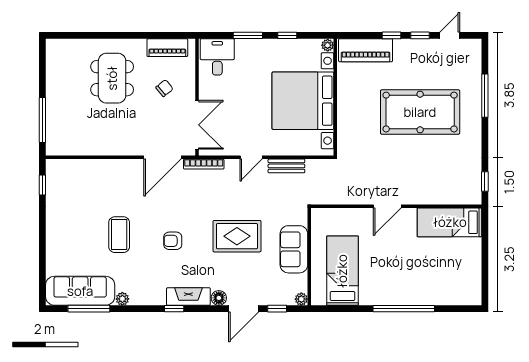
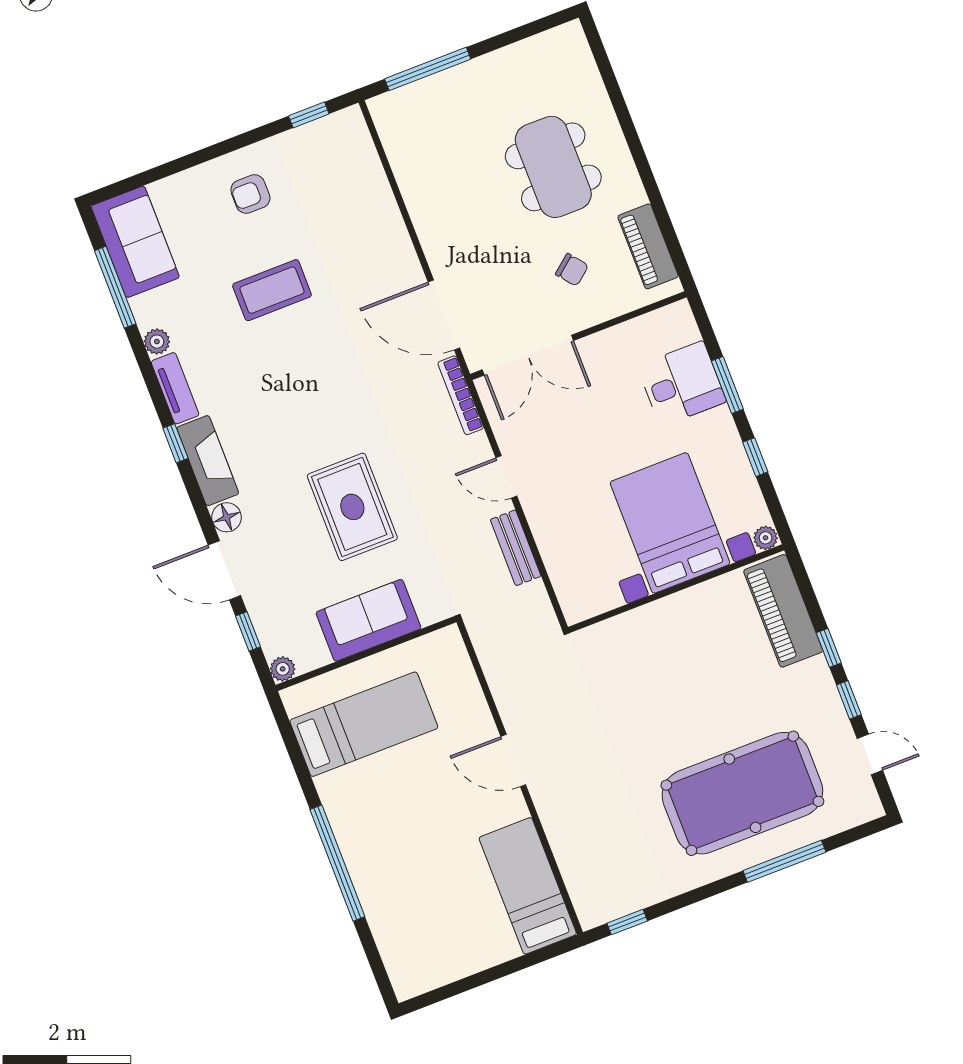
desk: (217, 57) -> (682, 384), moved
dining table: (112, 78) -> (553, 167), turned 90
bed with nightstands: (303, 101) -> (670, 523), width x0.73
pool table: (420, 112) -> (742, 793), moved, turned 90
armchair: (173, 241) -> (250, 194), moved, turned -90
sofa: (80, 291) -> (135, 242), width x0.73
tv unit: (148, 299) -> (175, 388), added

